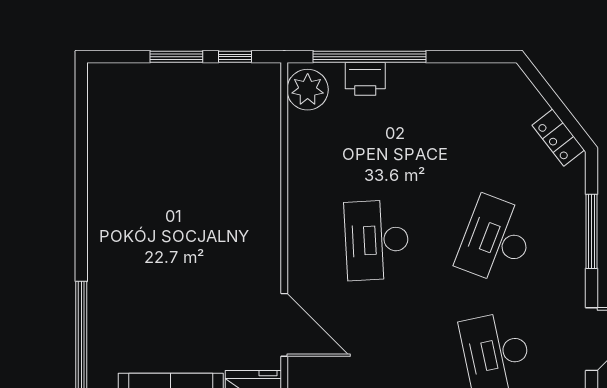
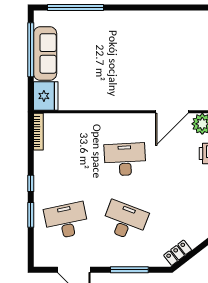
door: (284, 325) -> (172, 112), moved

